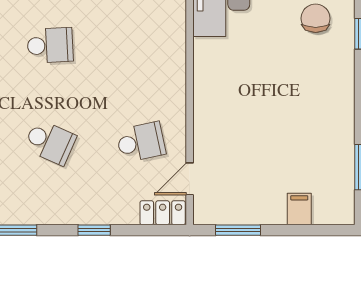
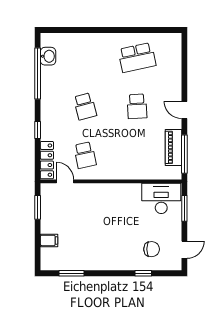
school desk: (50, 142) -> (85, 106), turned -39
locker: (163, 213) -> (47, 160), width x1.53

